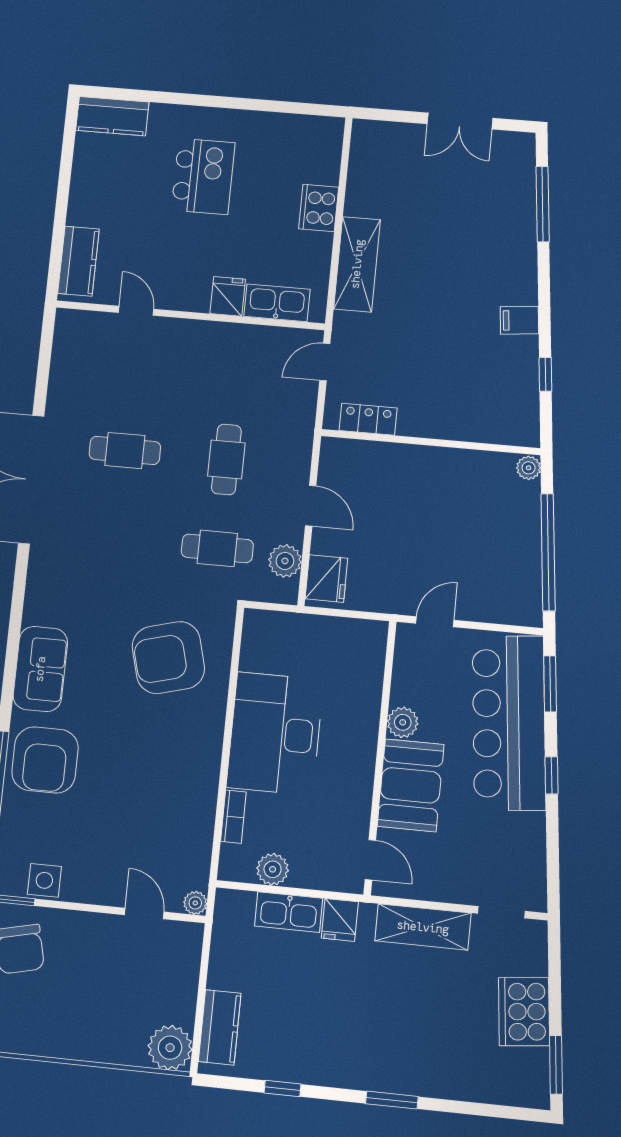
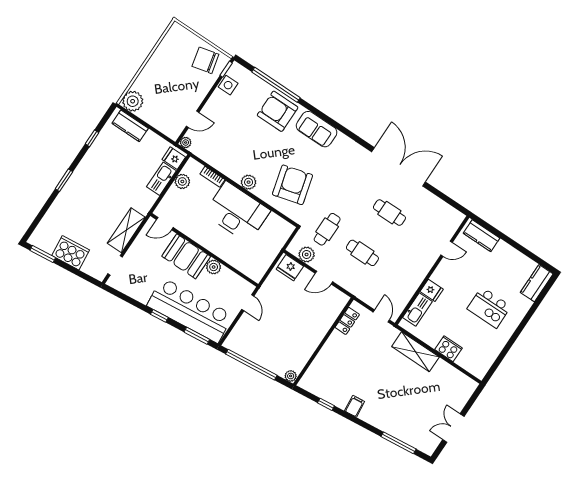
cafe table: (125, 451) -> (389, 213), turned 90
plant: (207, 743) -> (249, 182), added
fridge: (340, 920) -> (174, 158), moved

